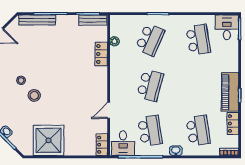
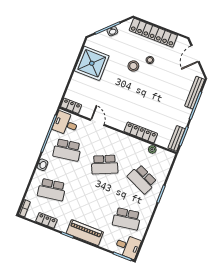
locker: (101, 54) -> (141, 132), width x1.53
school desk: (150, 85) -> (105, 165), turned -39
piano: (230, 92) -> (85, 233), moved

